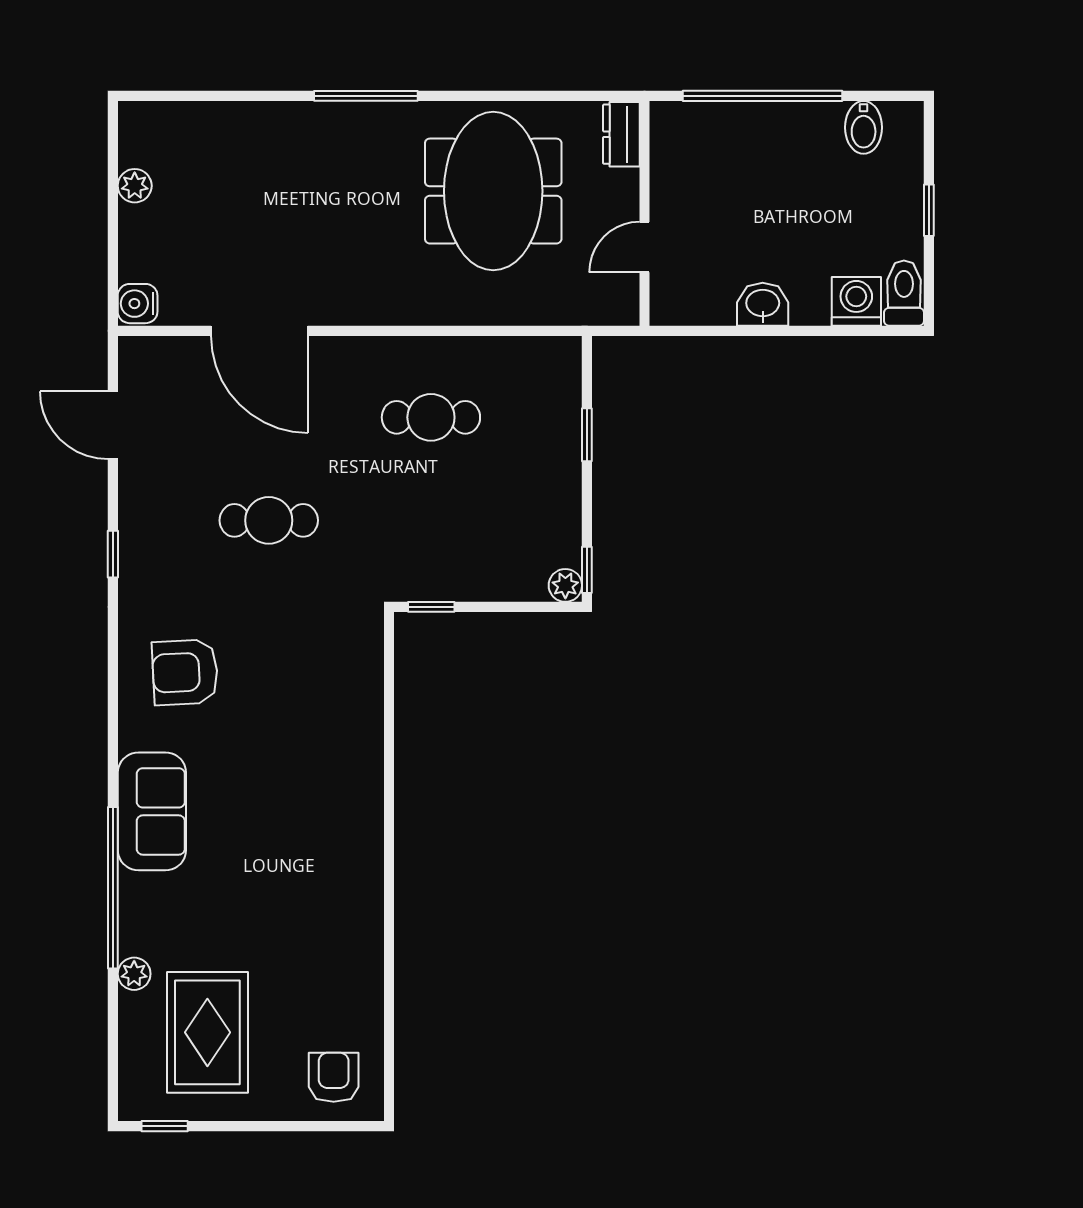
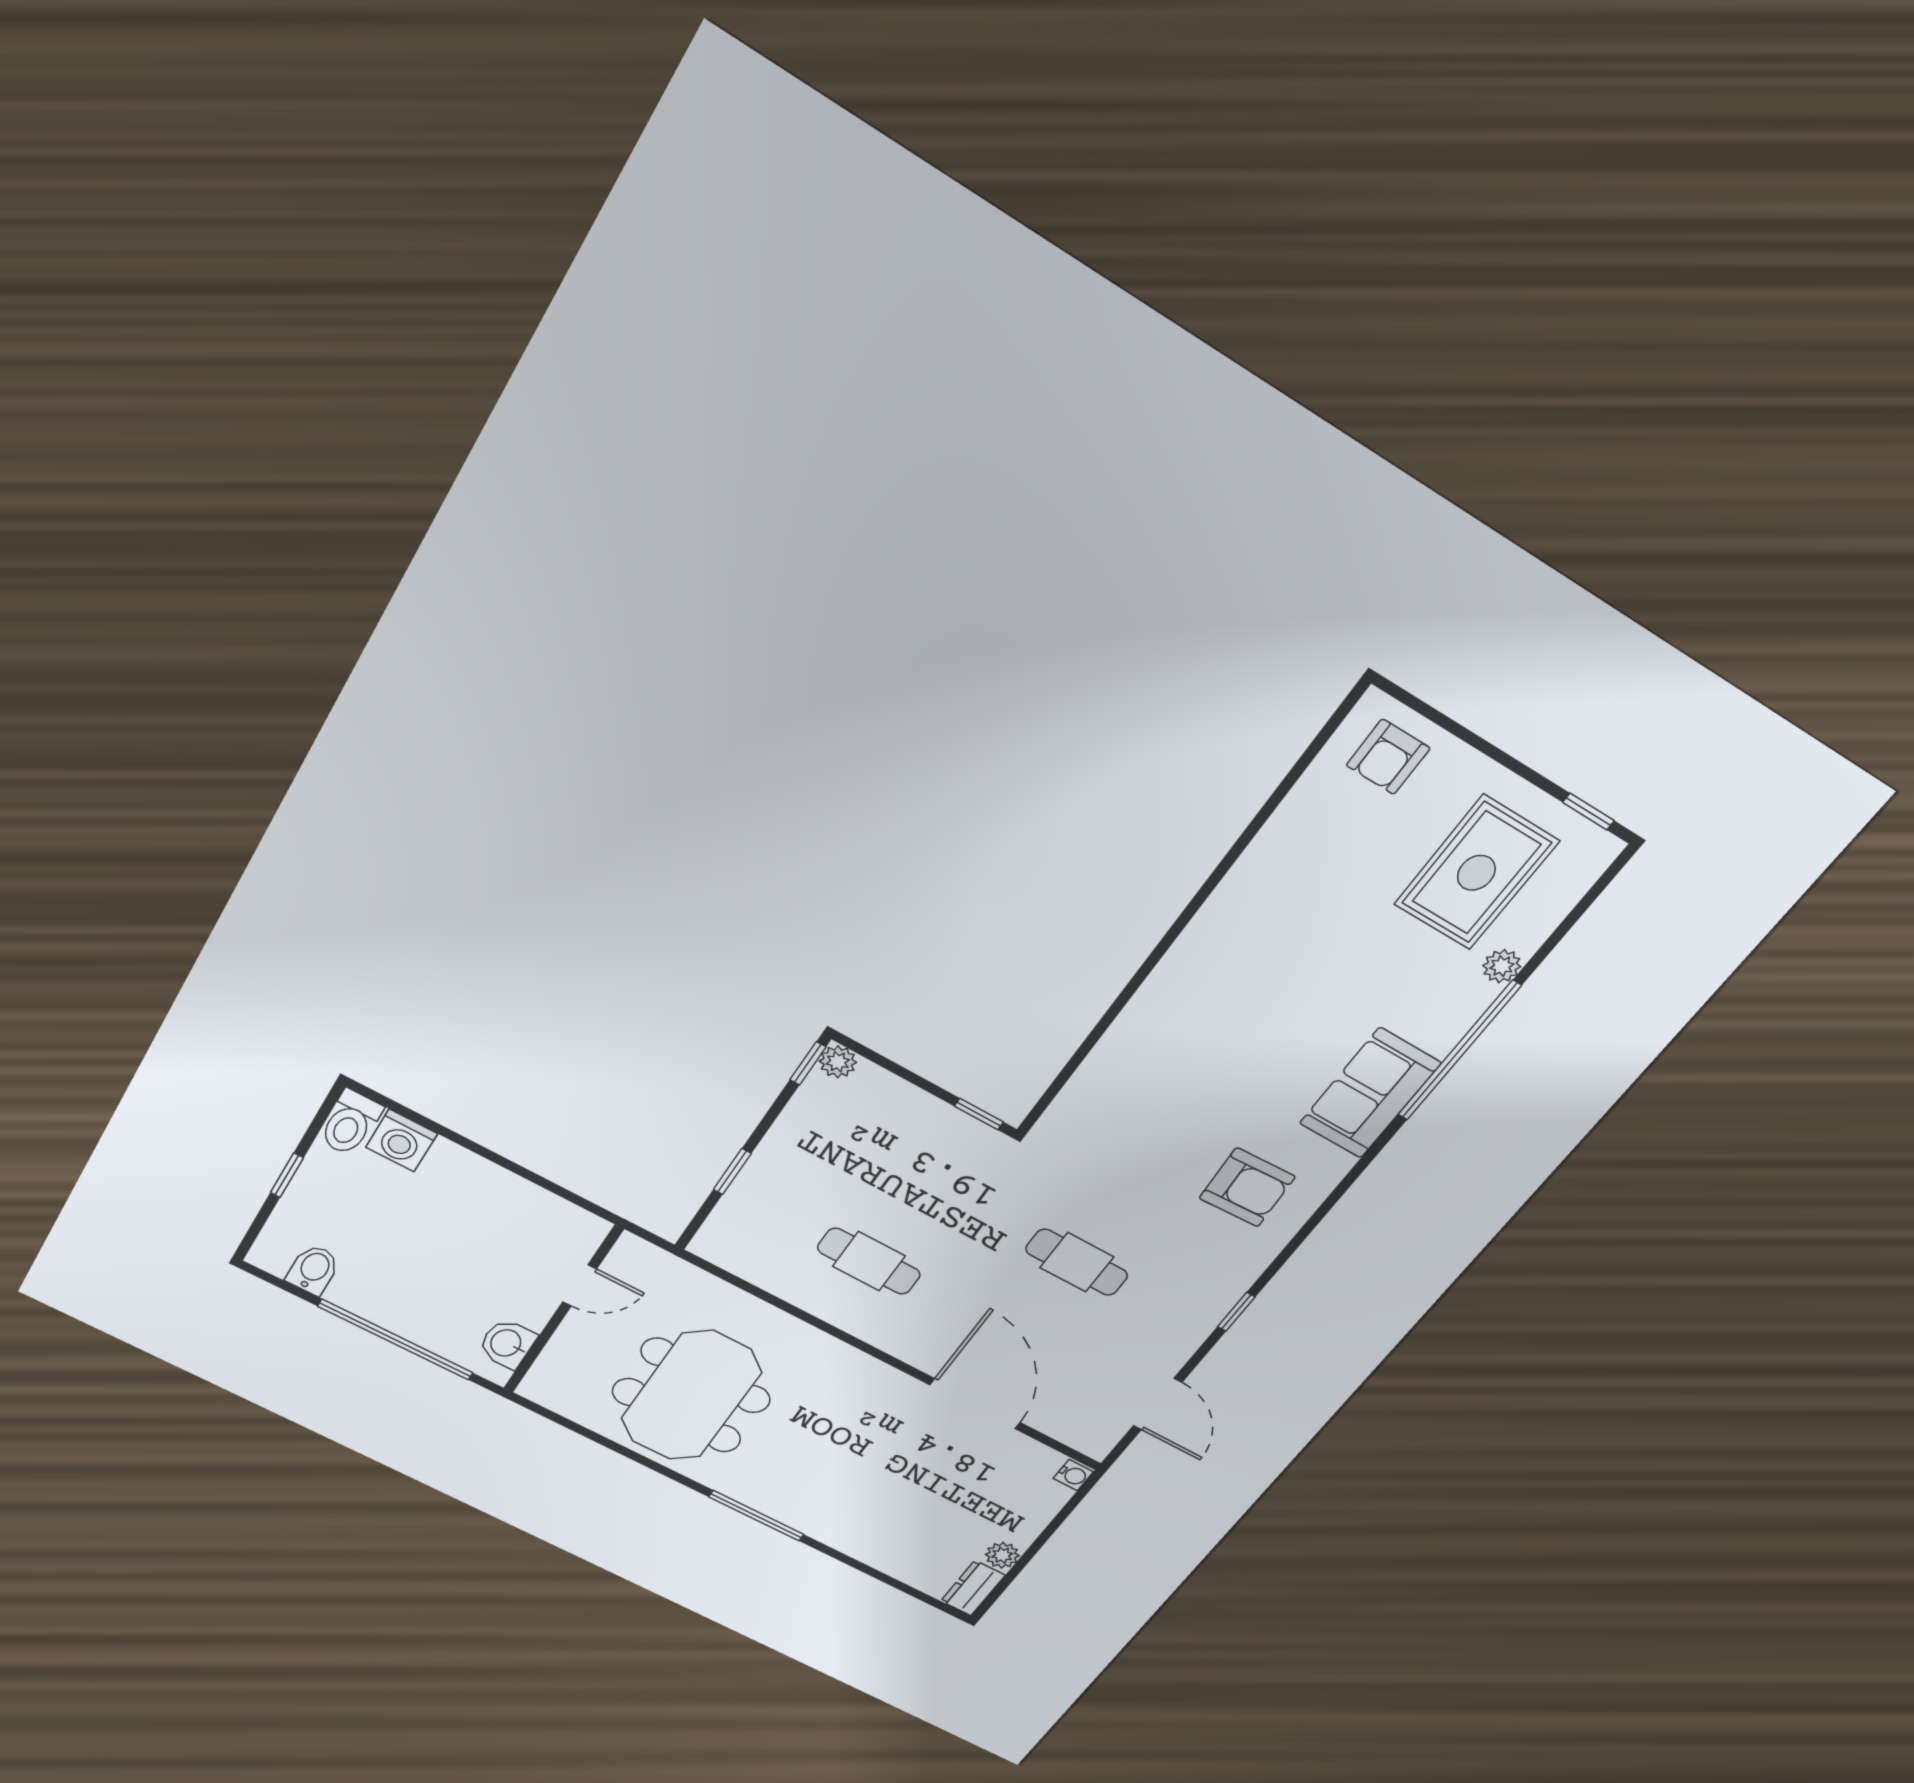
dresser: (621, 134) -> (973, 1588), moved, turned 180
water cooler: (138, 304) -> (1073, 1475), width x0.72, depth x0.72
washbasin: (763, 304) -> (507, 1344), moved, turned 90

